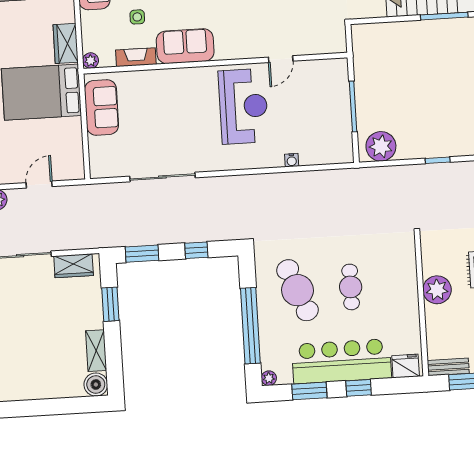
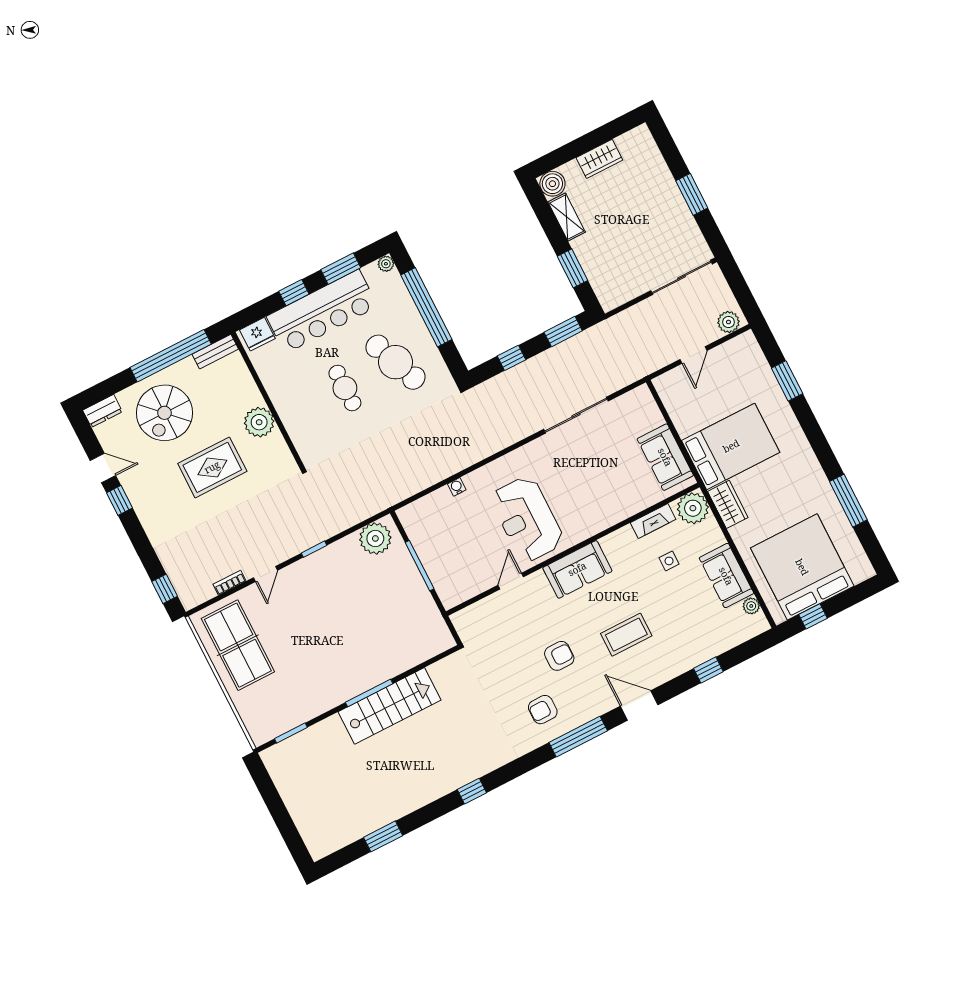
sofa: (185, 46) -> (577, 569), moved
plant: (91, 61) -> (693, 508), width x1.87, depth x1.87
wardrobe: (74, 266) -> (599, 159), moved, turned 180

